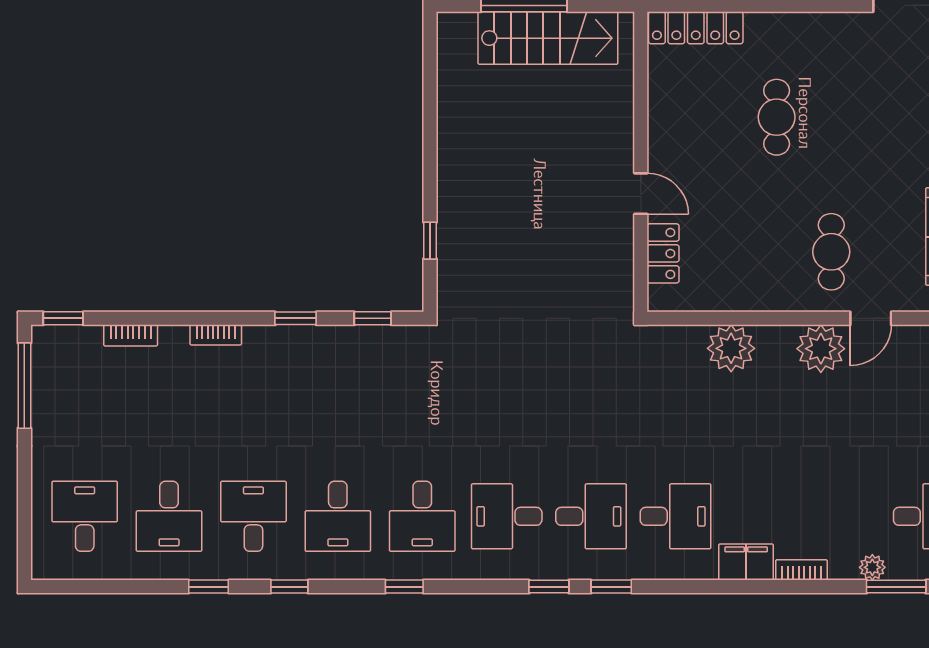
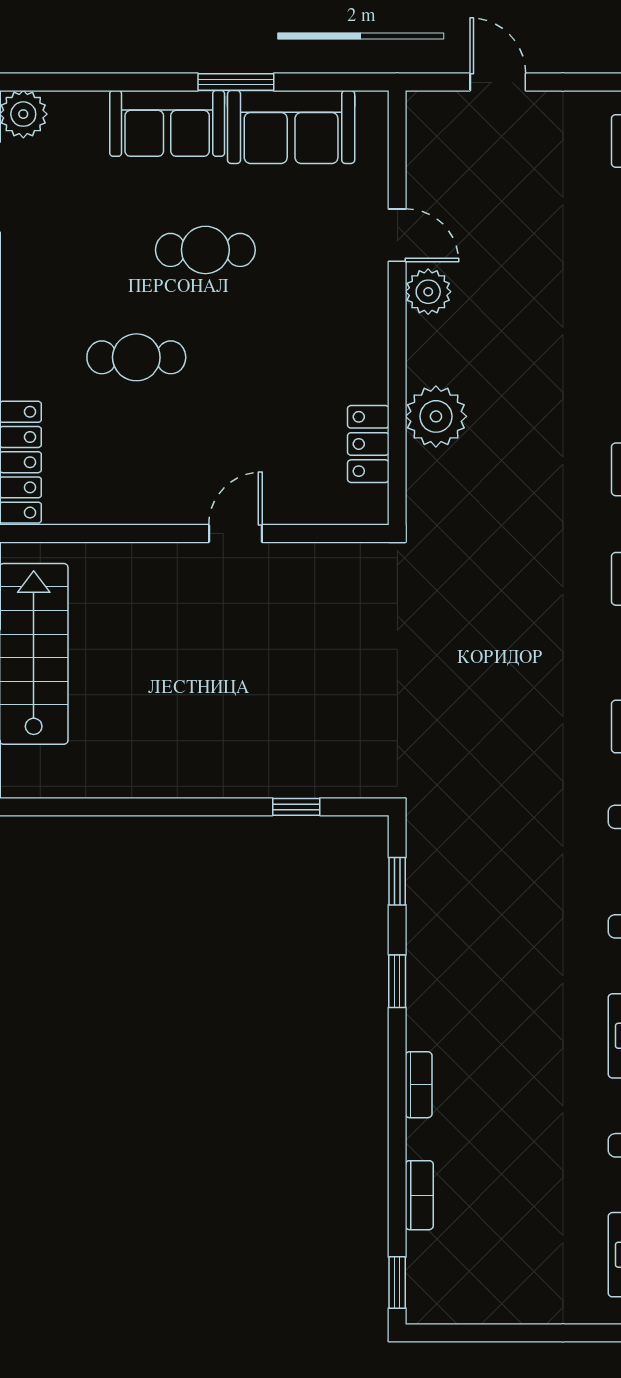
cafe table: (831, 252) -> (205, 250), moved
locker: (663, 253) -> (368, 444), moved, turned -90
plant: (821, 349) -> (428, 292), width x0.73, depth x0.73
window: (24, 386) -> (484, 1333), removed

